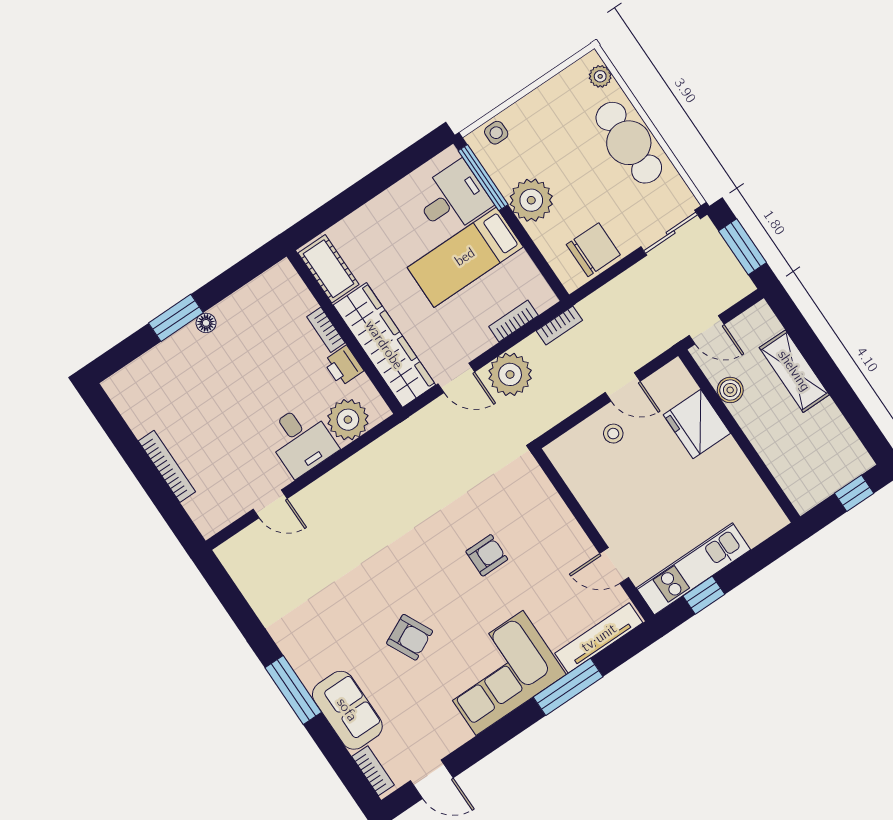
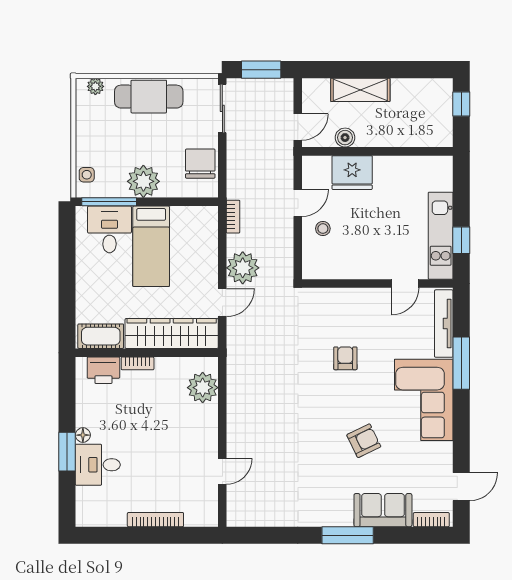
bookcase: (513, 321) -> (211, 243), removed
printer: (343, 366) -> (103, 370), moved, width x1.36, depth x1.24
desk: (301, 440) -> (98, 465), moved, turned 180

